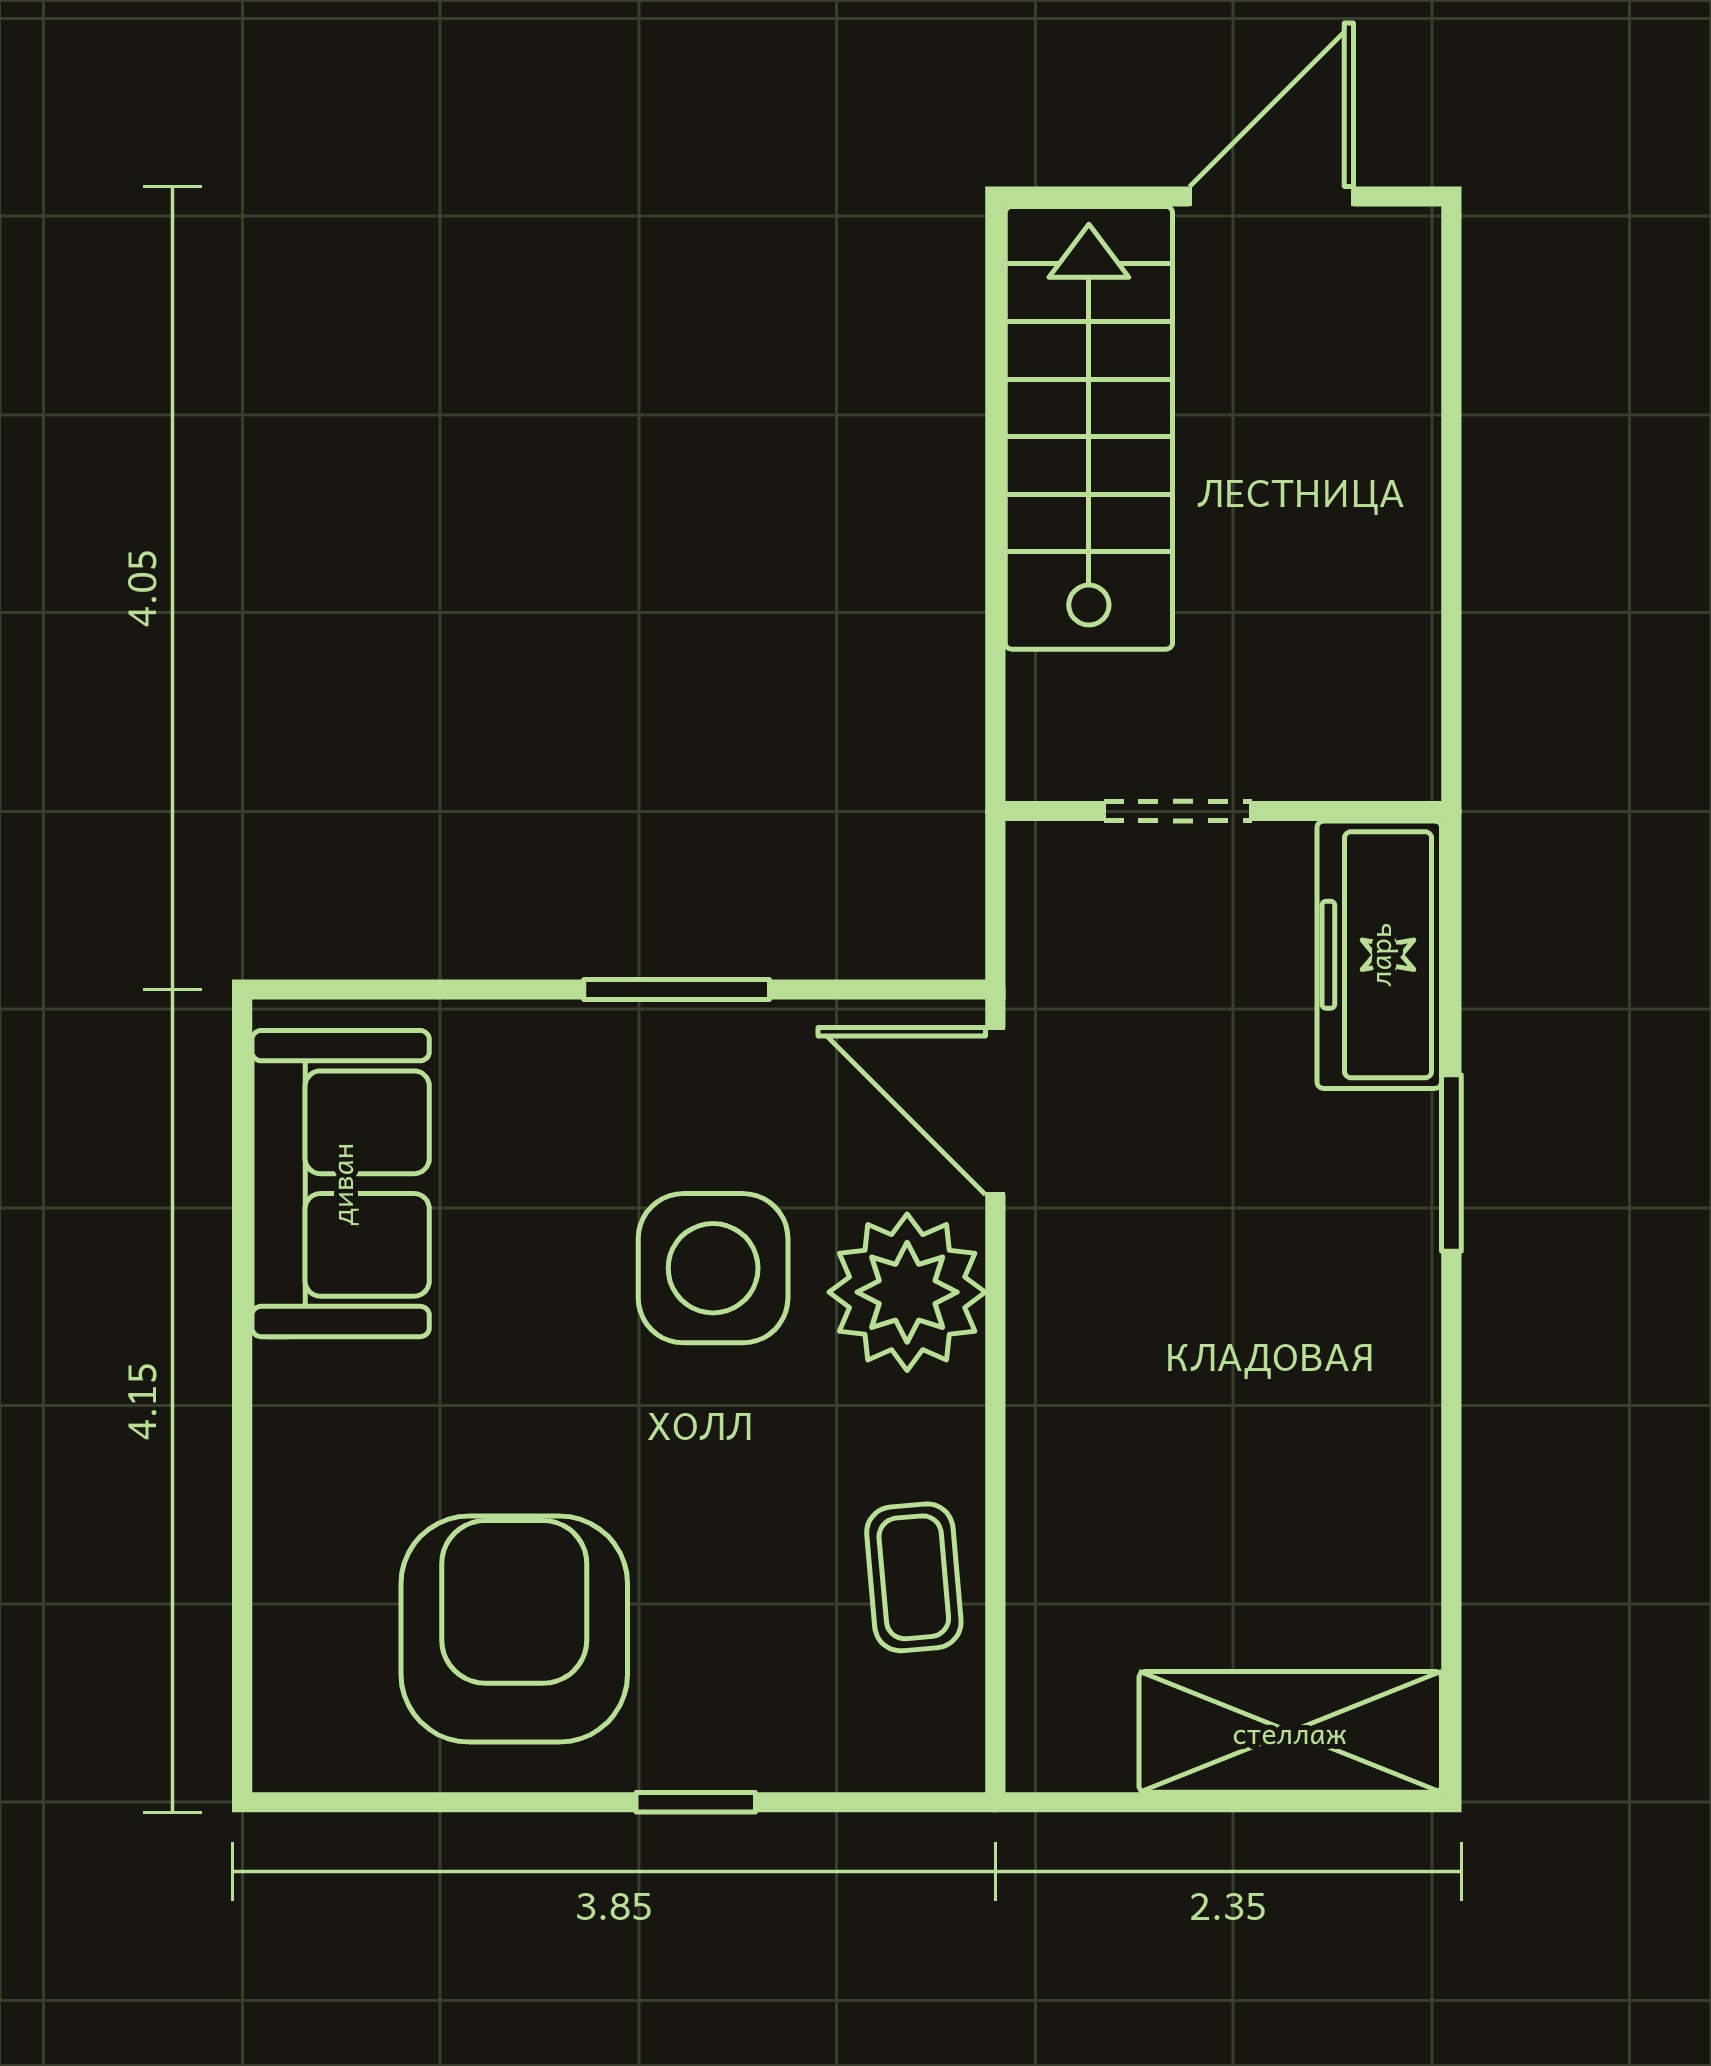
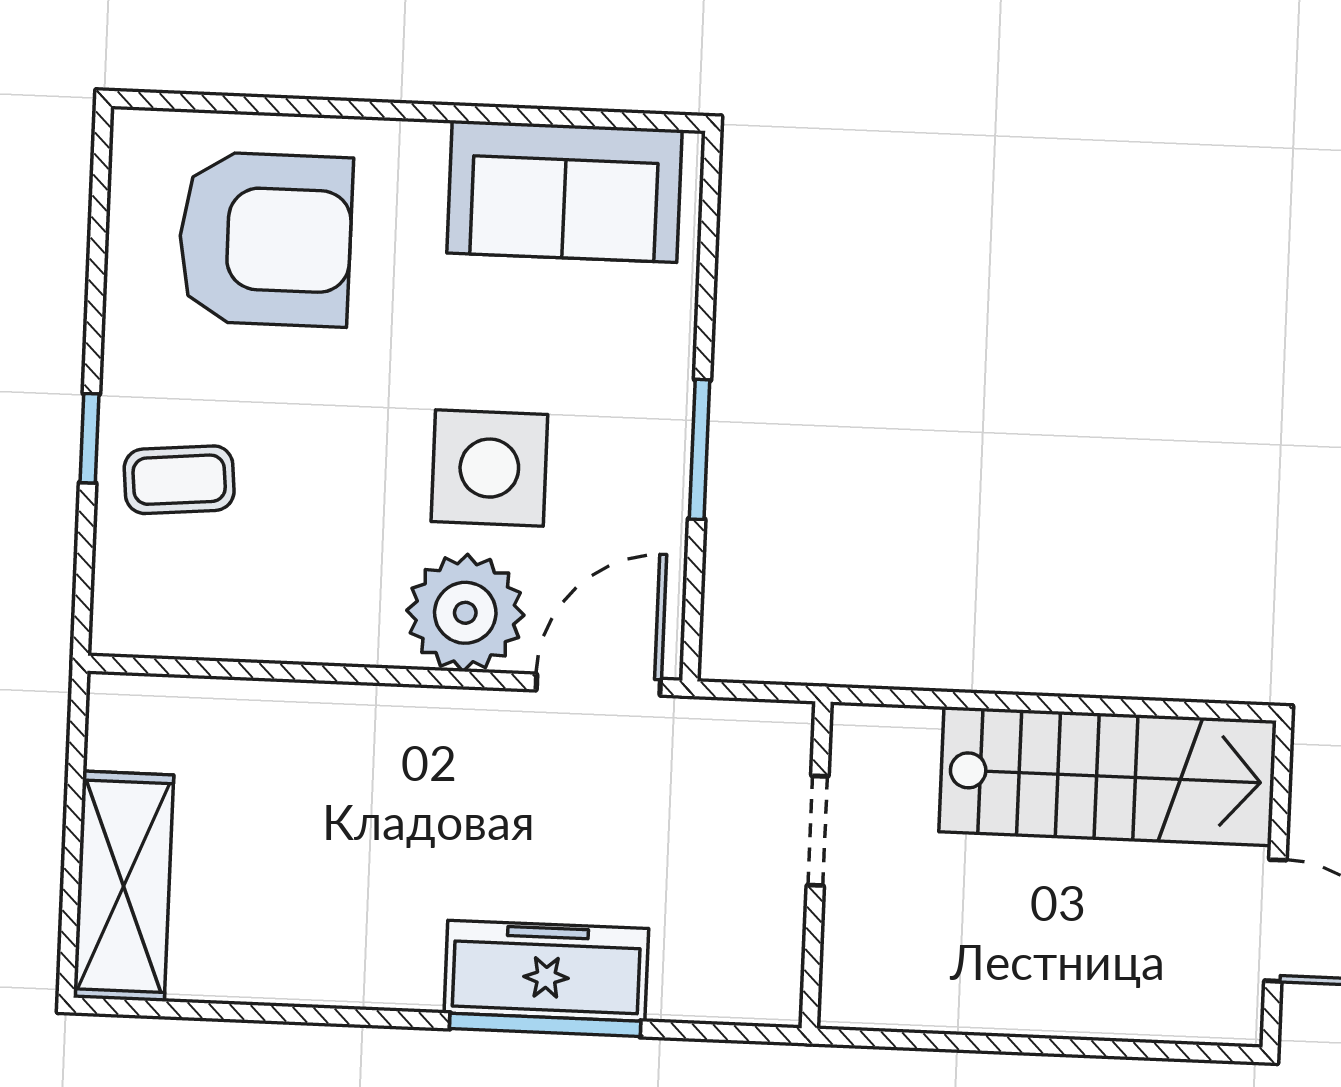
freezer: (1379, 955) -> (546, 971), moved
window: (1451, 1163) -> (545, 1025), width x1.44
coffee table: (914, 1577) -> (179, 480), moved
armchair: (514, 1629) -> (265, 239), moved

